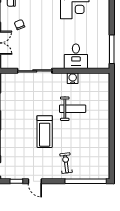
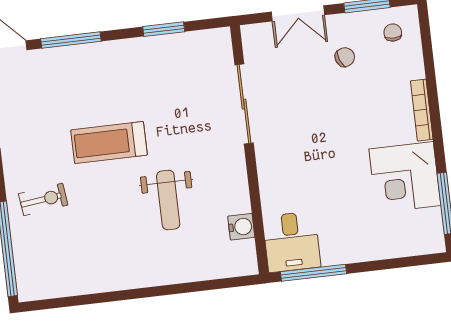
desk: (76, 56) -> (292, 242), moved, turned -90
water cooler: (73, 78) -> (241, 227), moved

